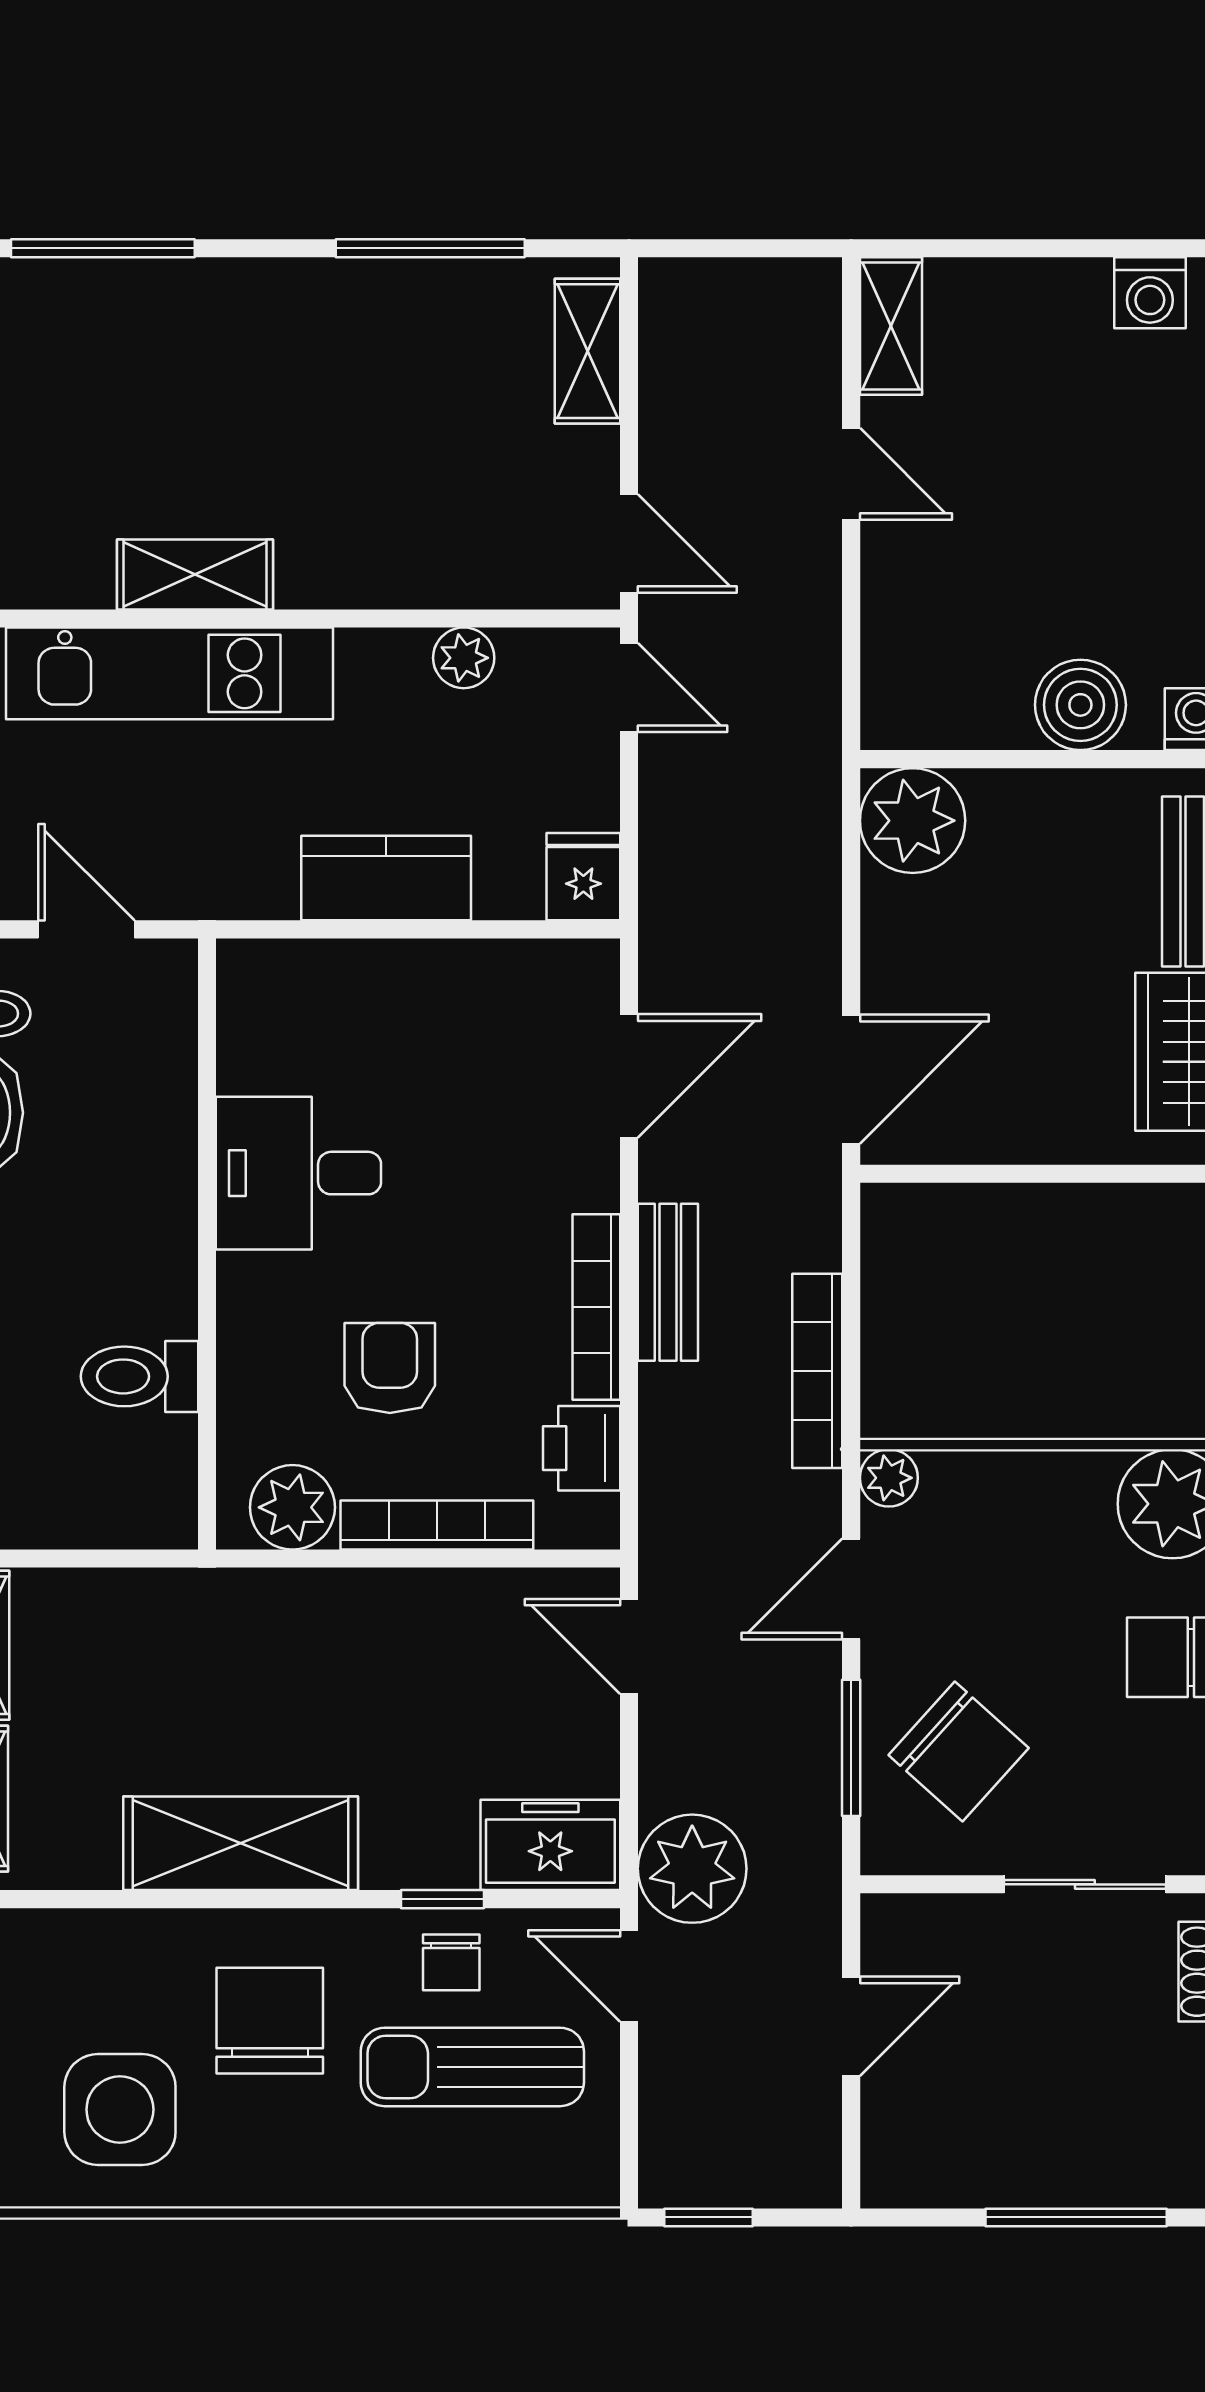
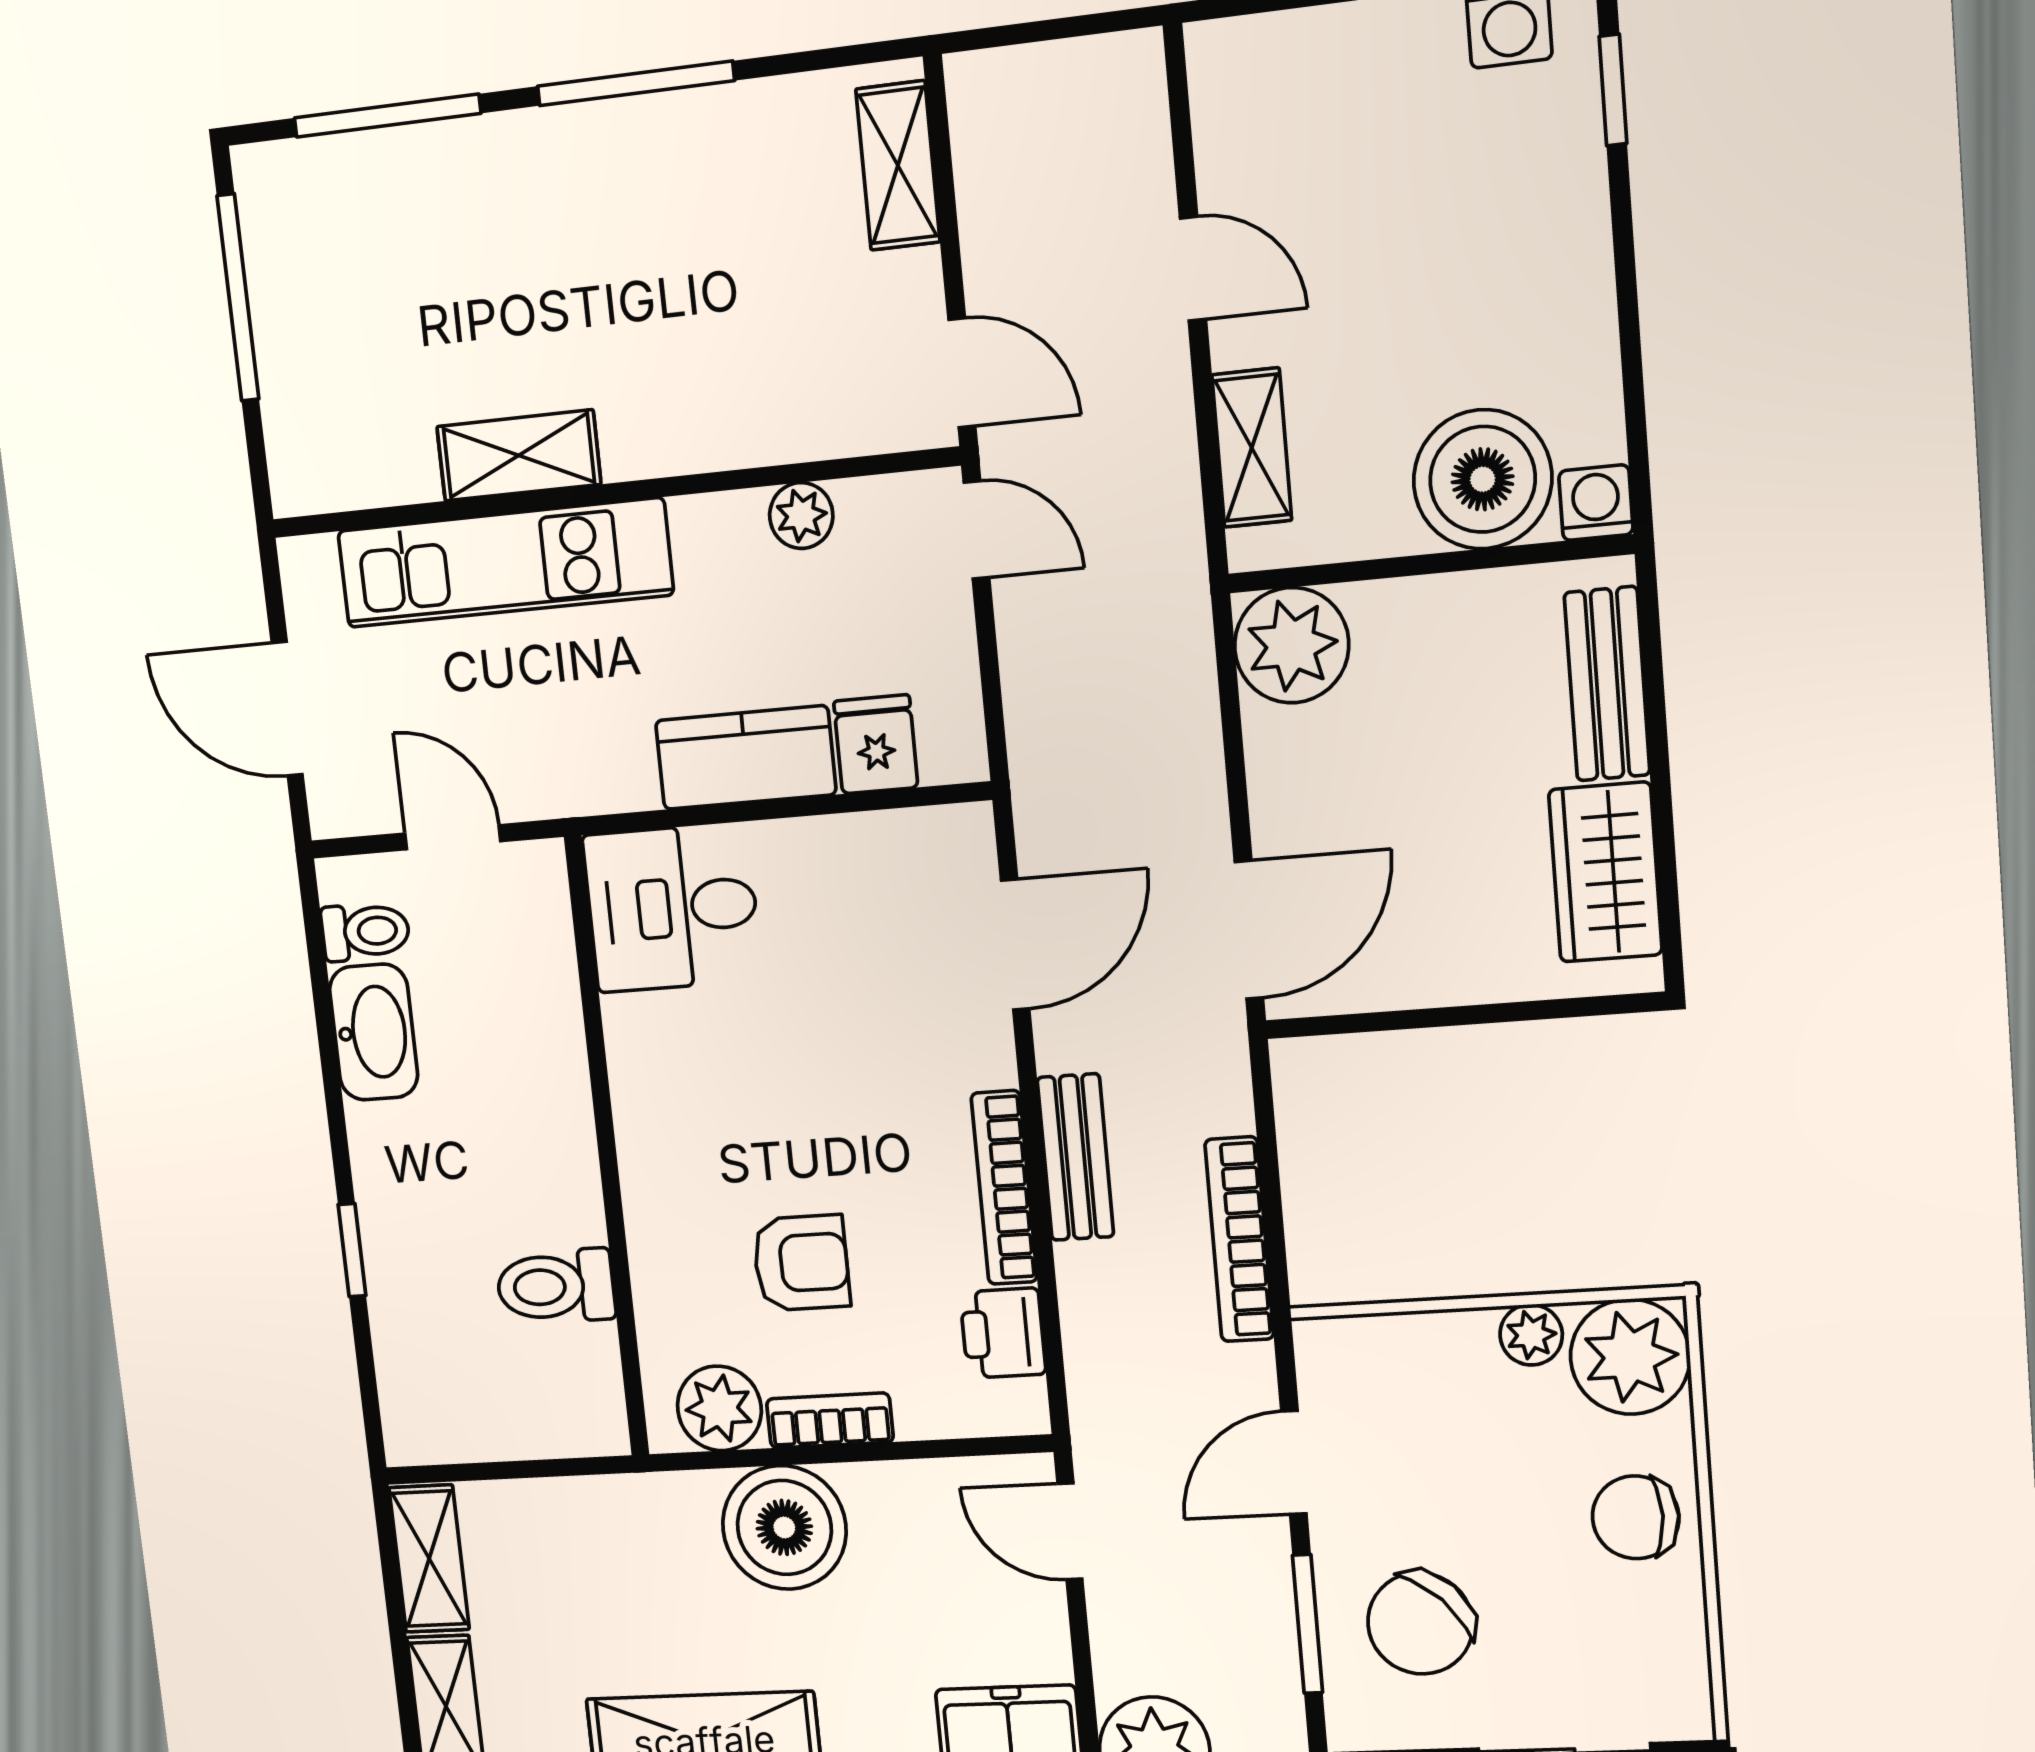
window: (430, 248) -> (636, 83), moved
shelving: (891, 326) -> (1252, 448), moved
boiler: (1080, 705) -> (1483, 479), width x1.37, depth x1.37
fridge: (583, 877) -> (876, 744), moved
desk: (298, 1173) -> (672, 908), moved
armchair: (390, 1368) -> (801, 1263), turned 90
plant: (889, 1478) -> (1531, 1335), moved
bookcase: (437, 1525) -> (830, 1420), width x0.64
boiler: (345, 1630) -> (784, 1527), added
chair: (959, 1752) -> (1420, 1623), turned 93

